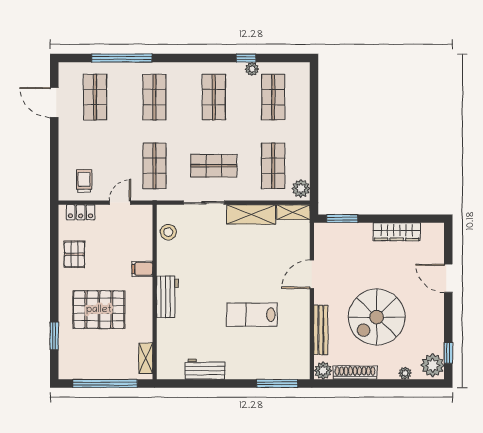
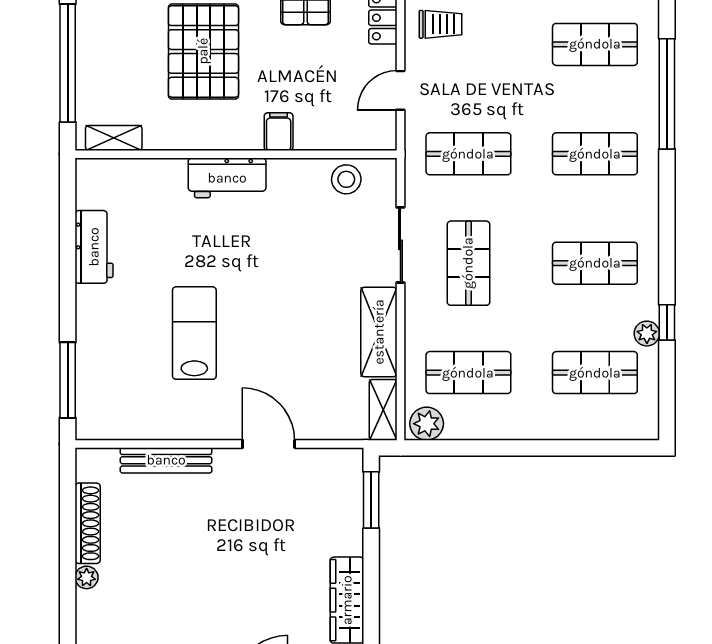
door: (120, 203) -> (400, 90), swing flipped
spiral stairs: (377, 317) -> (190, 563), removed
plant: (323, 371) -> (91, 464), removed
plant: (405, 373) -> (87, 577), moved

